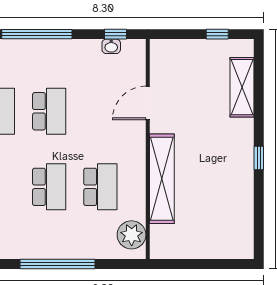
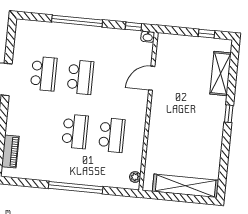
washbasin: (111, 46) -> (148, 37), moved
window: (259, 158) -> (229, 114), moved
shelving: (162, 179) -> (186, 186), moved, turned 90
plant: (132, 235) -> (135, 177), width x0.53, depth x0.53

